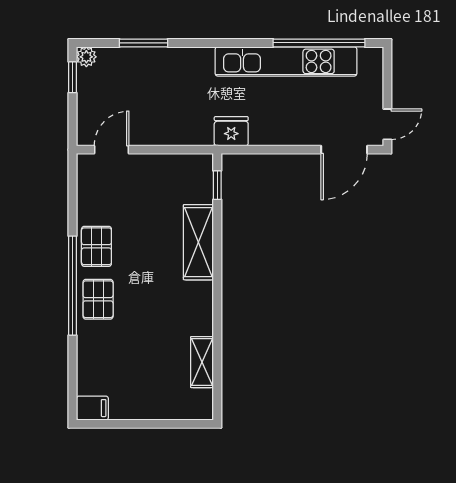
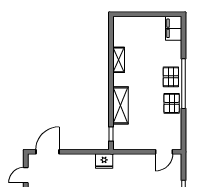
door: (387, 124) -> (26, 175), moved
shelving: (202, 362) -> (119, 60), moved
filing cabinet: (92, 408) -> (174, 28), width x2.00

